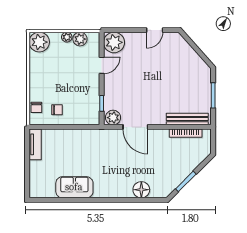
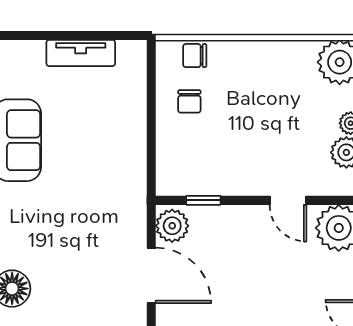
door: (135, 127) -> (151, 275), swing flipped
tv unit: (35, 144) -> (81, 53), moved

